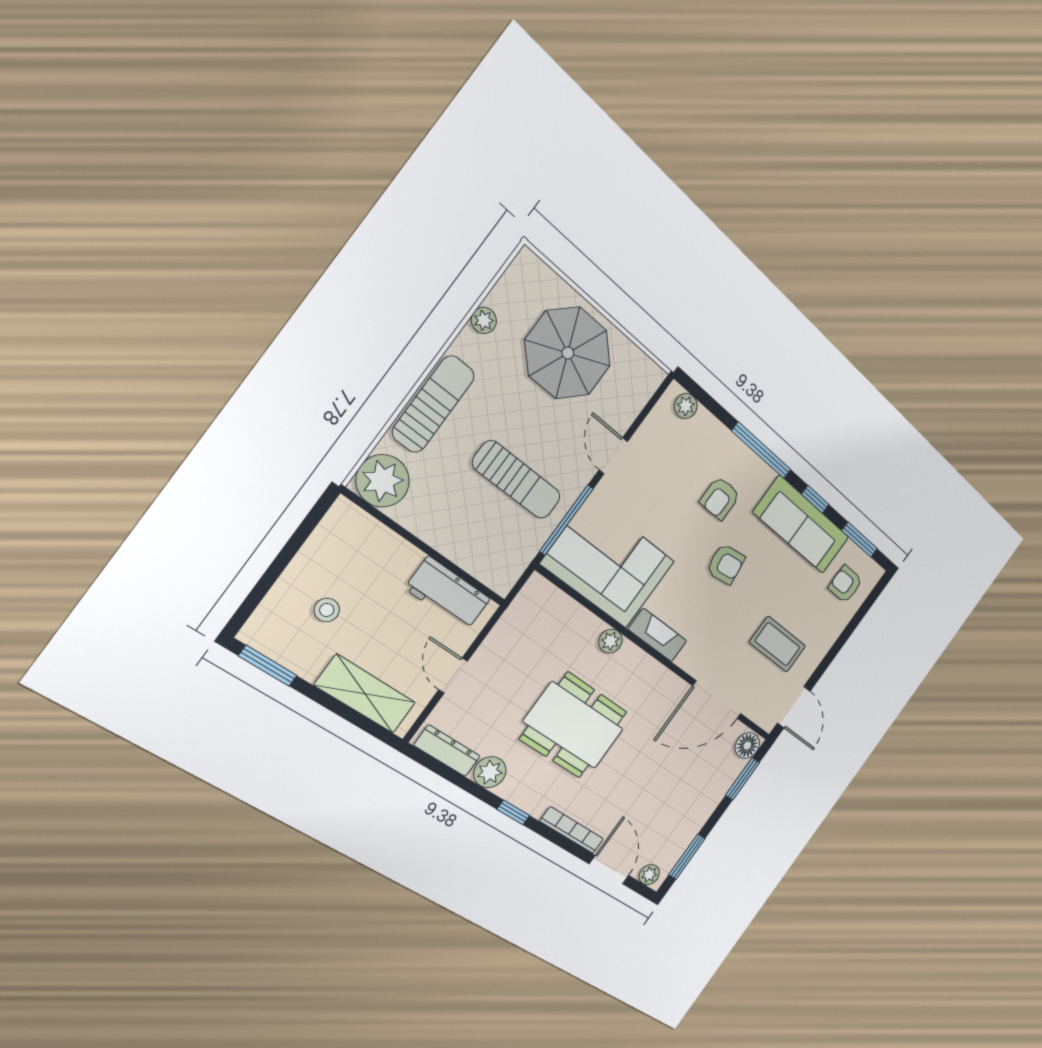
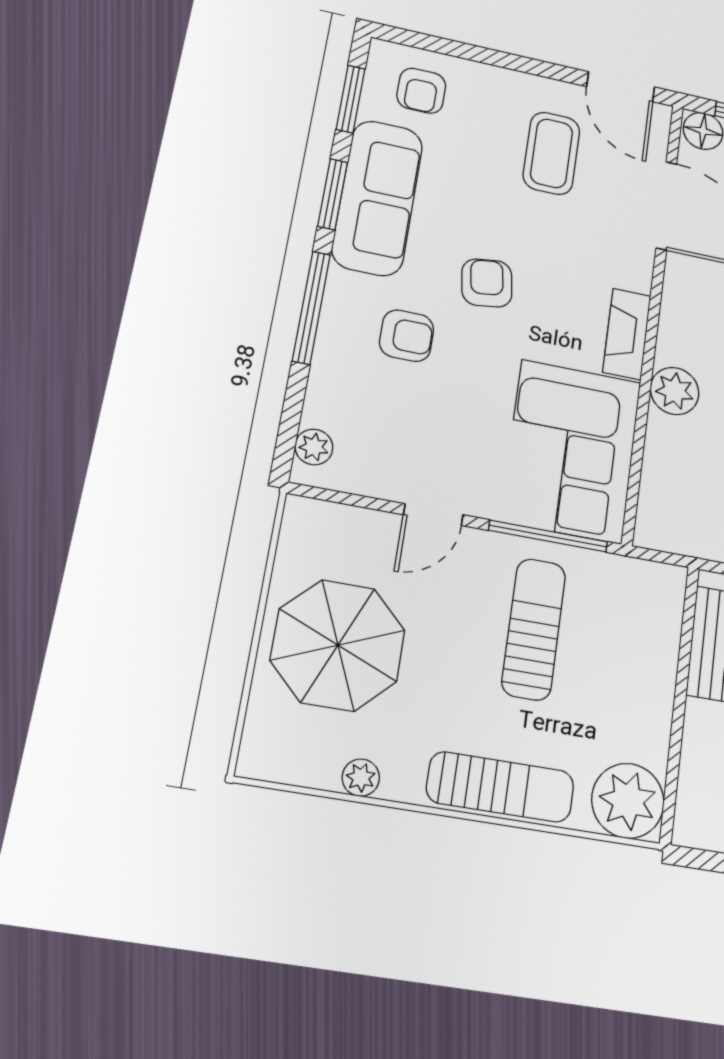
sun lounger: (433, 404) -> (500, 787), turned 180
window: (815, 499) -> (333, 194), width x1.50
plant: (610, 641) -> (675, 391), width x1.38, depth x1.38
door: (794, 707) -> (621, 87), swing flipped

